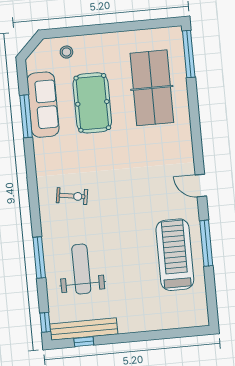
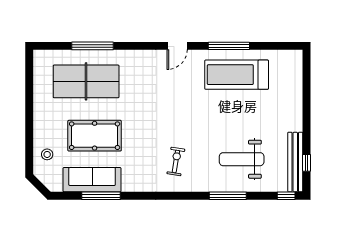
window: (189, 54) -> (92, 46), moved

